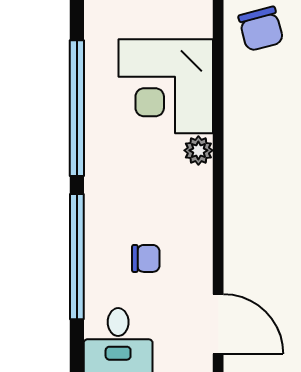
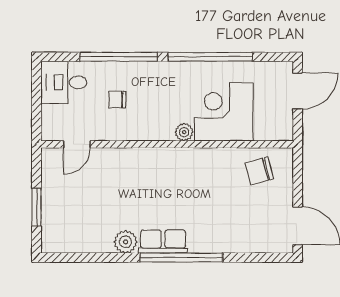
chair: (146, 258) -> (117, 100), turned 90
door: (218, 324) -> (77, 144), width x0.73

